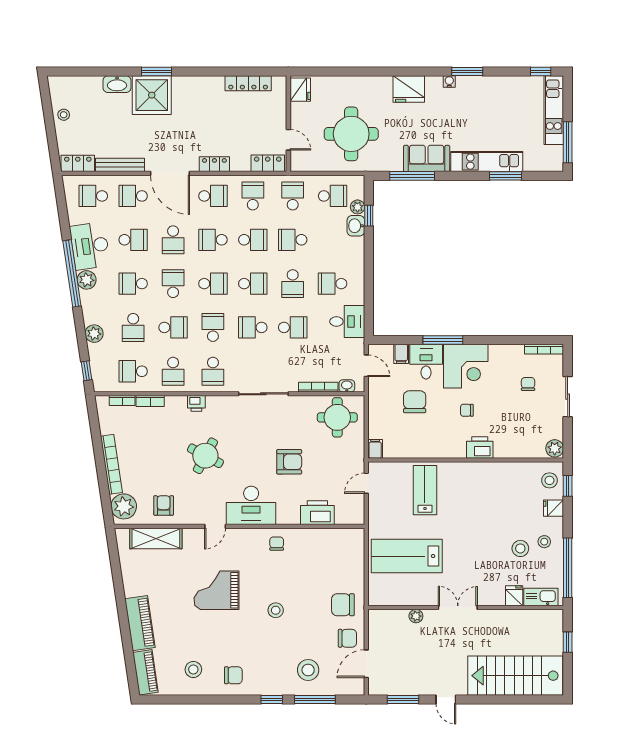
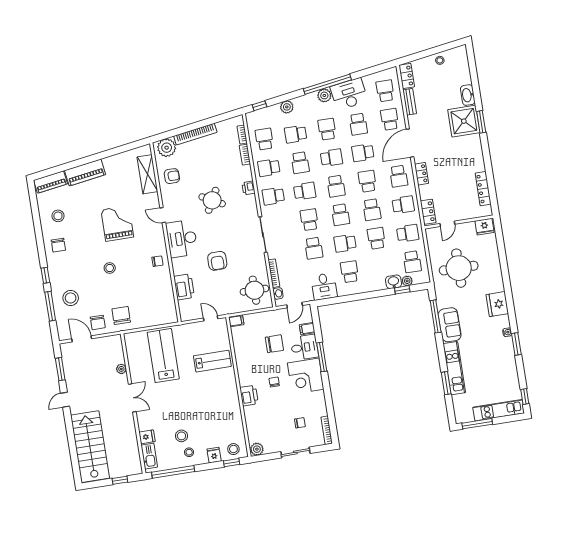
bench: (120, 165) -> (410, 102), width x0.73

